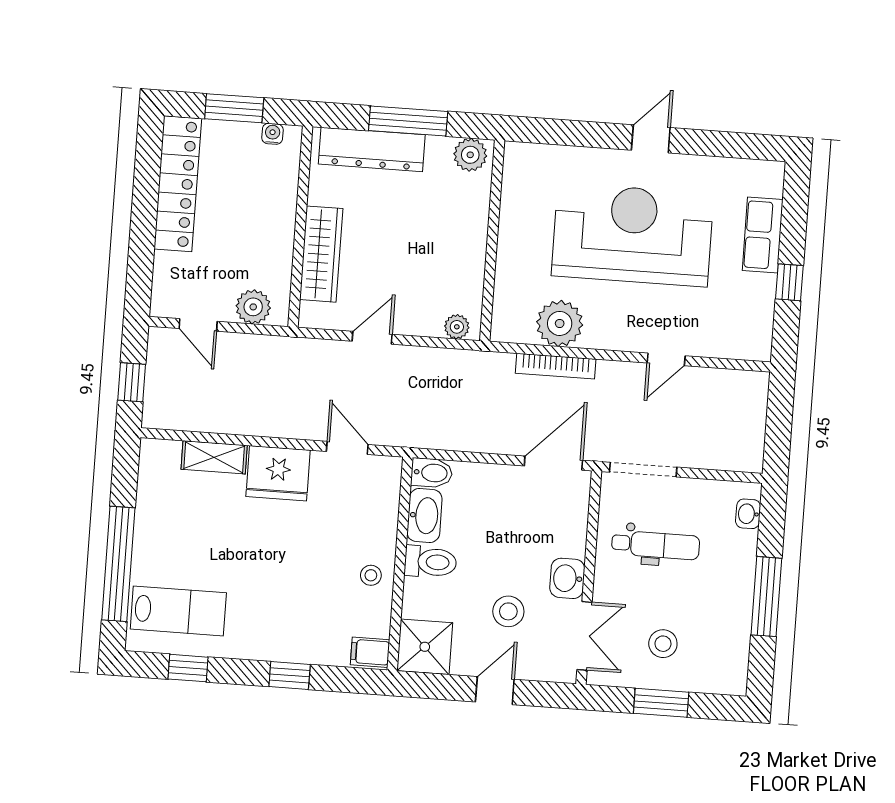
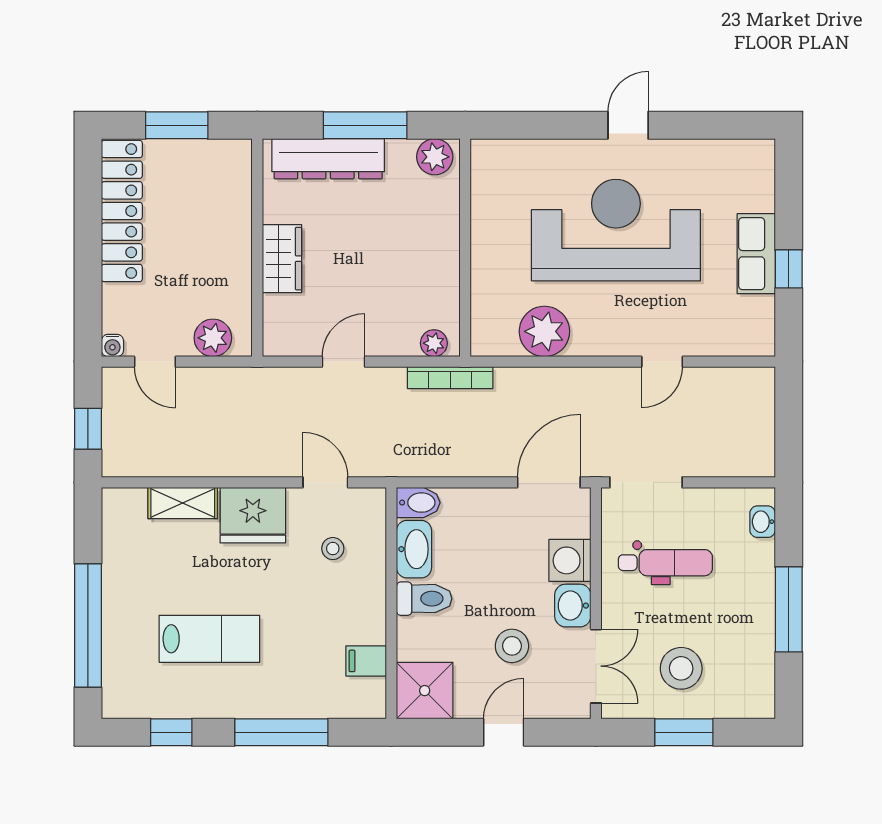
water cooler: (272, 134) -> (112, 346), moved, turned 180
row of seats: (763, 235) -> (756, 254), moved
wardrobe: (321, 254) -> (282, 259), width x0.67
bookcase: (556, 366) -> (450, 378), moved
washing machine: (568, 537) -> (570, 560), added
stool: (371, 575) -> (333, 549), moved
lab bench: (178, 611) -> (209, 639), moved
stool: (663, 644) -> (681, 668), width x1.38, depth x1.38
filing cabinet: (370, 652) -> (366, 661), moved
window: (290, 675) -> (281, 732), width x2.17

